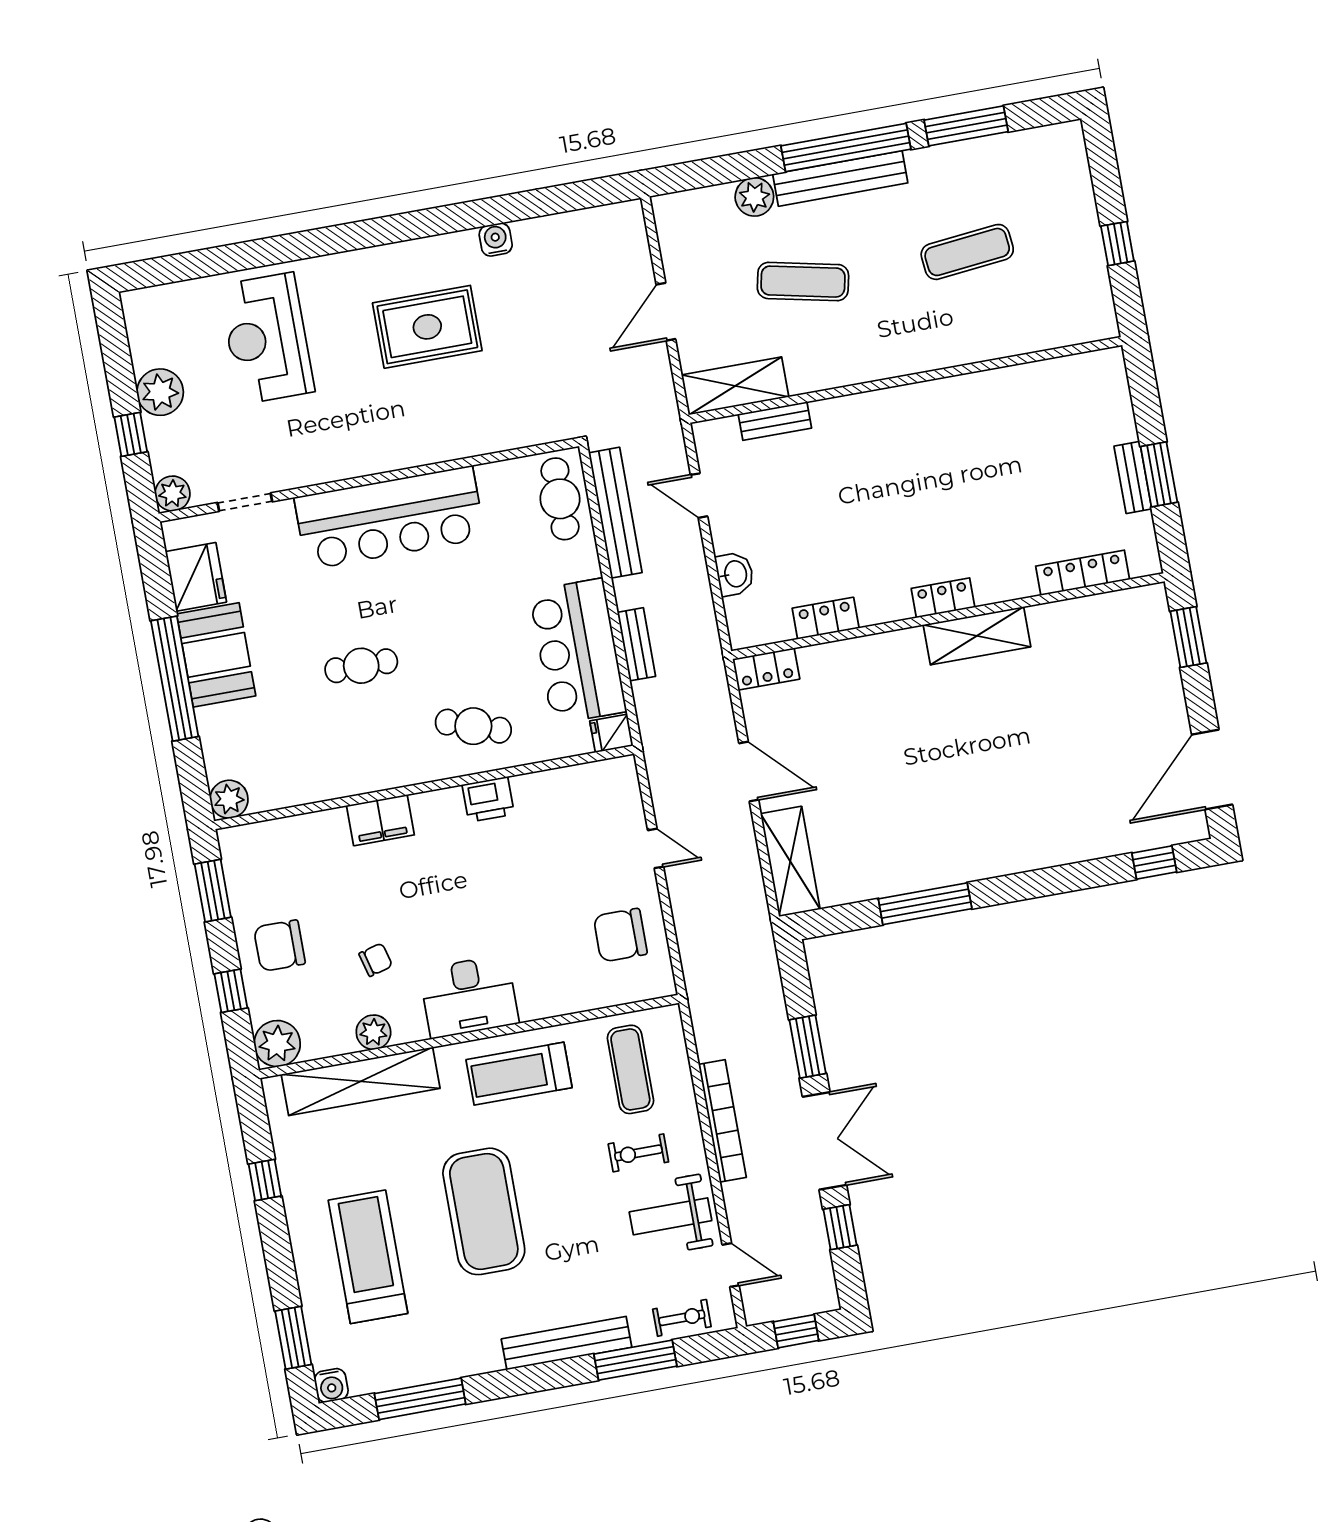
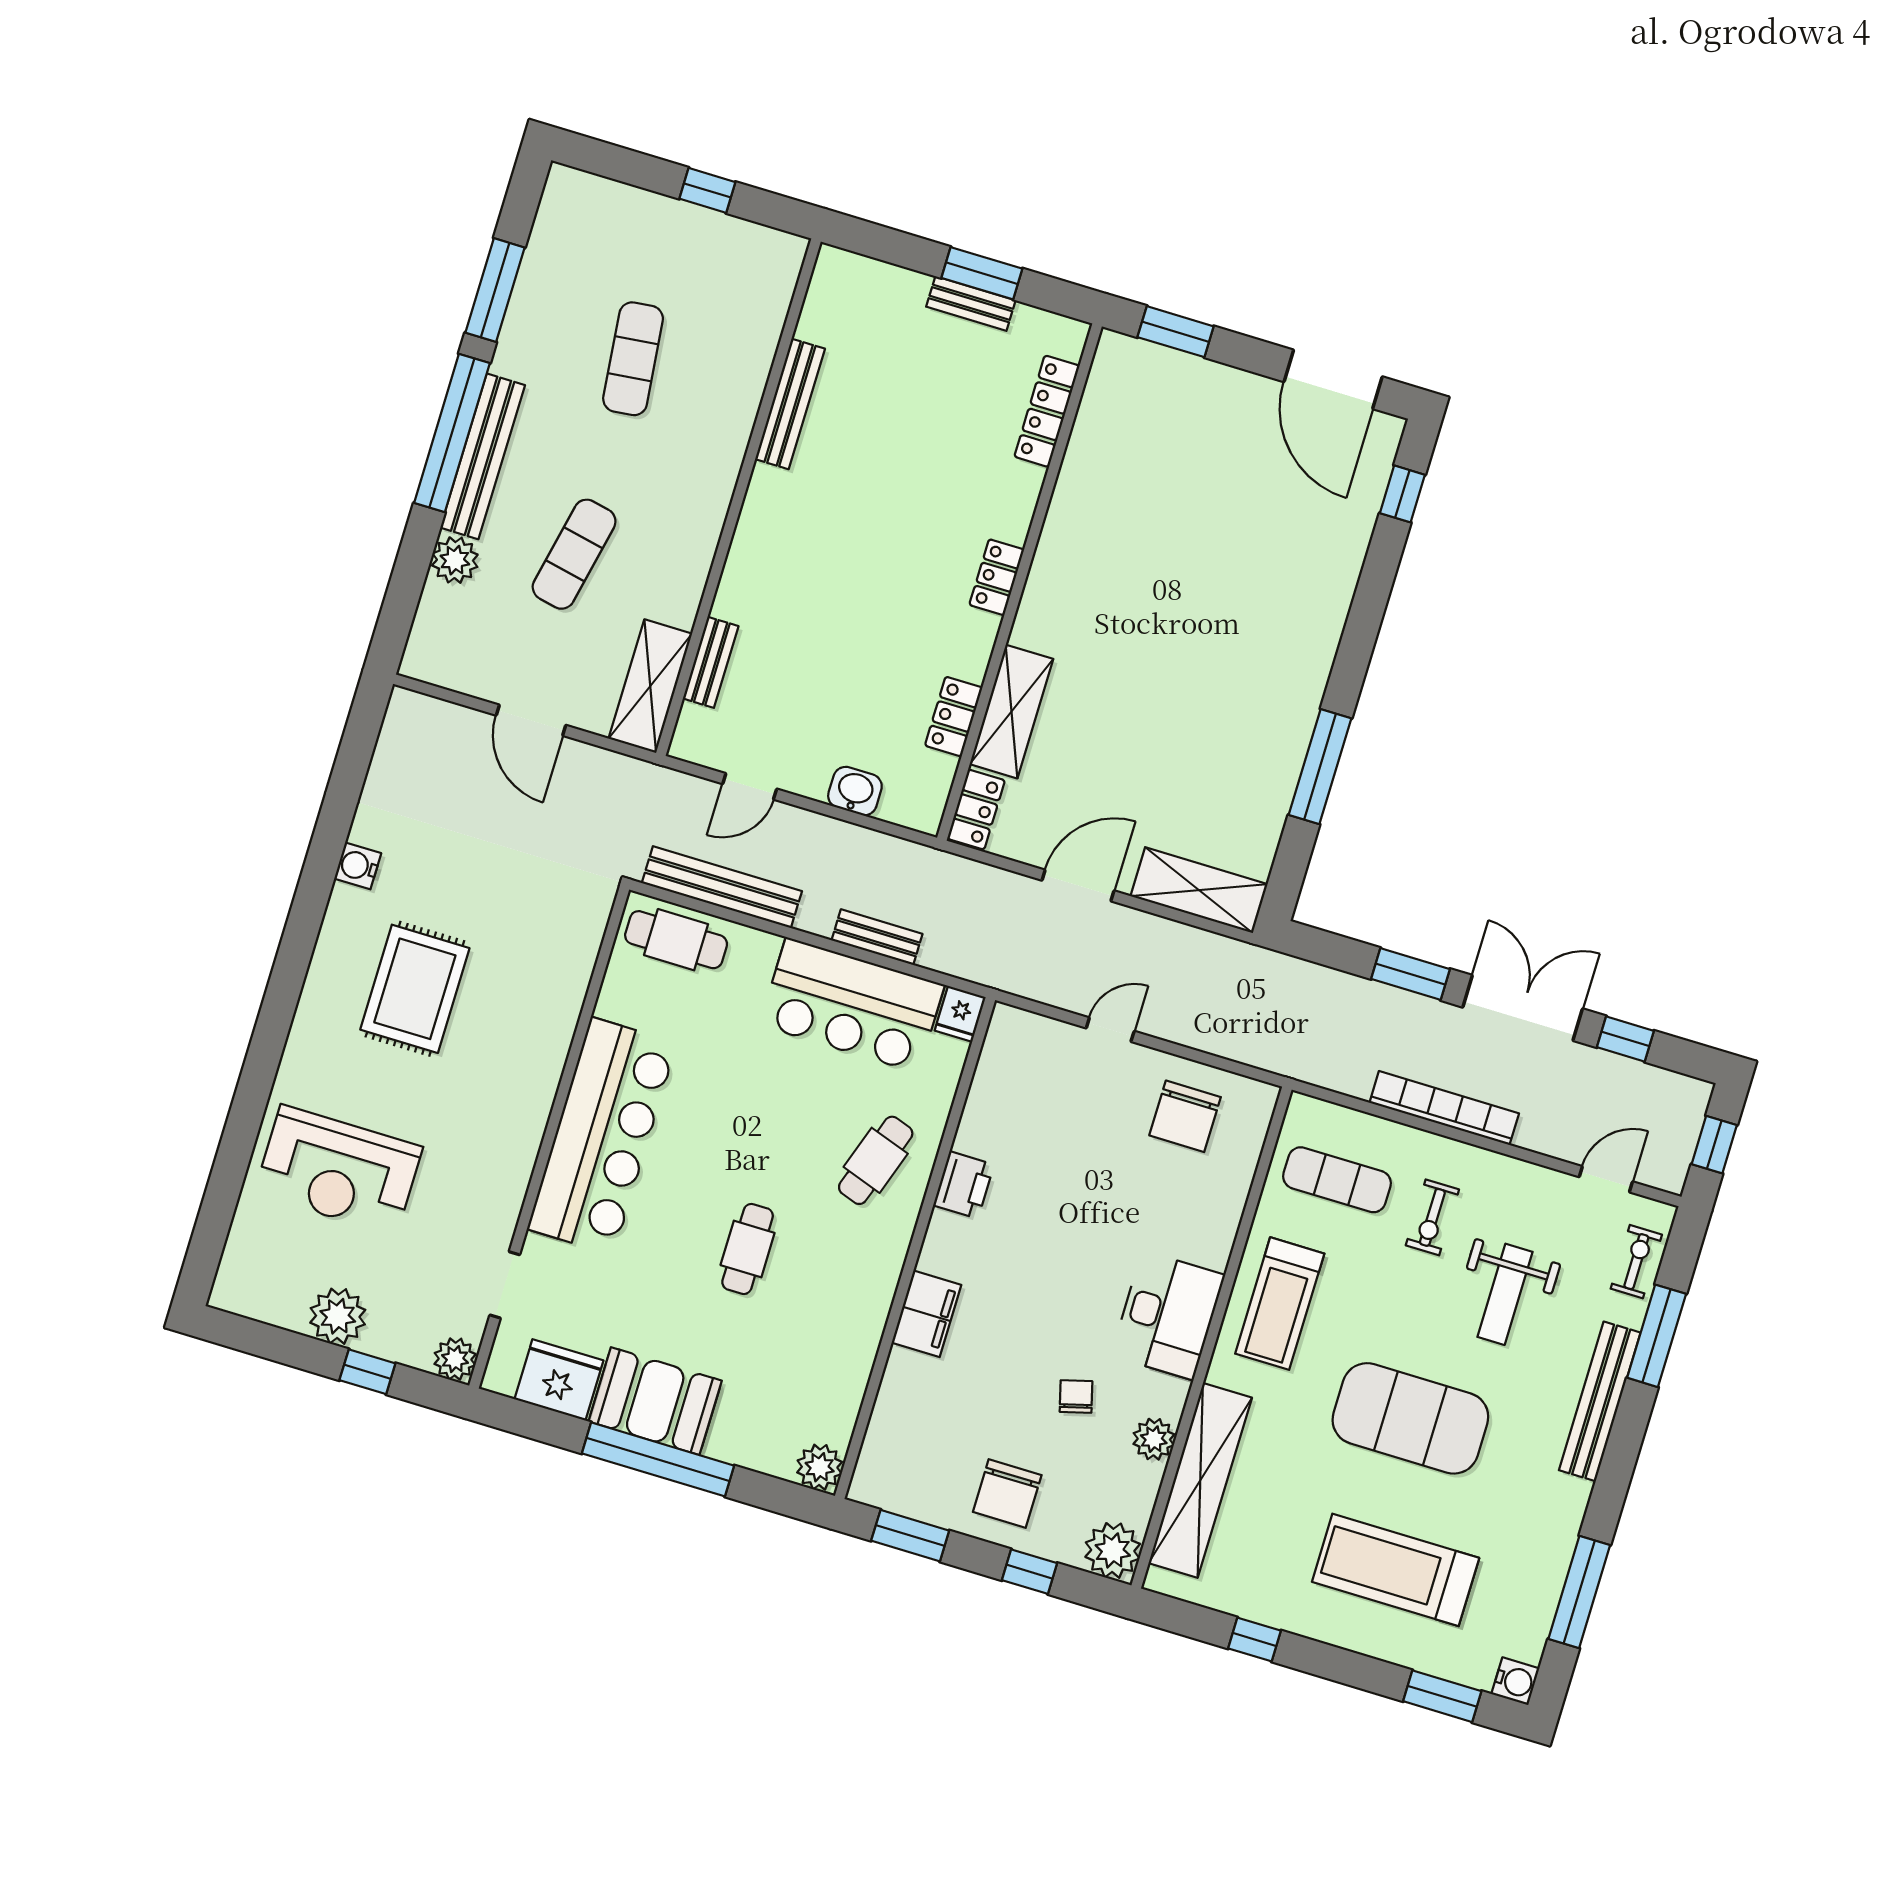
bench: (993, 383) -> (790, 404), added
shelving: (977, 636) -> (1011, 712), moved
weight bench: (670, 1216) -> (1505, 1294), moved

